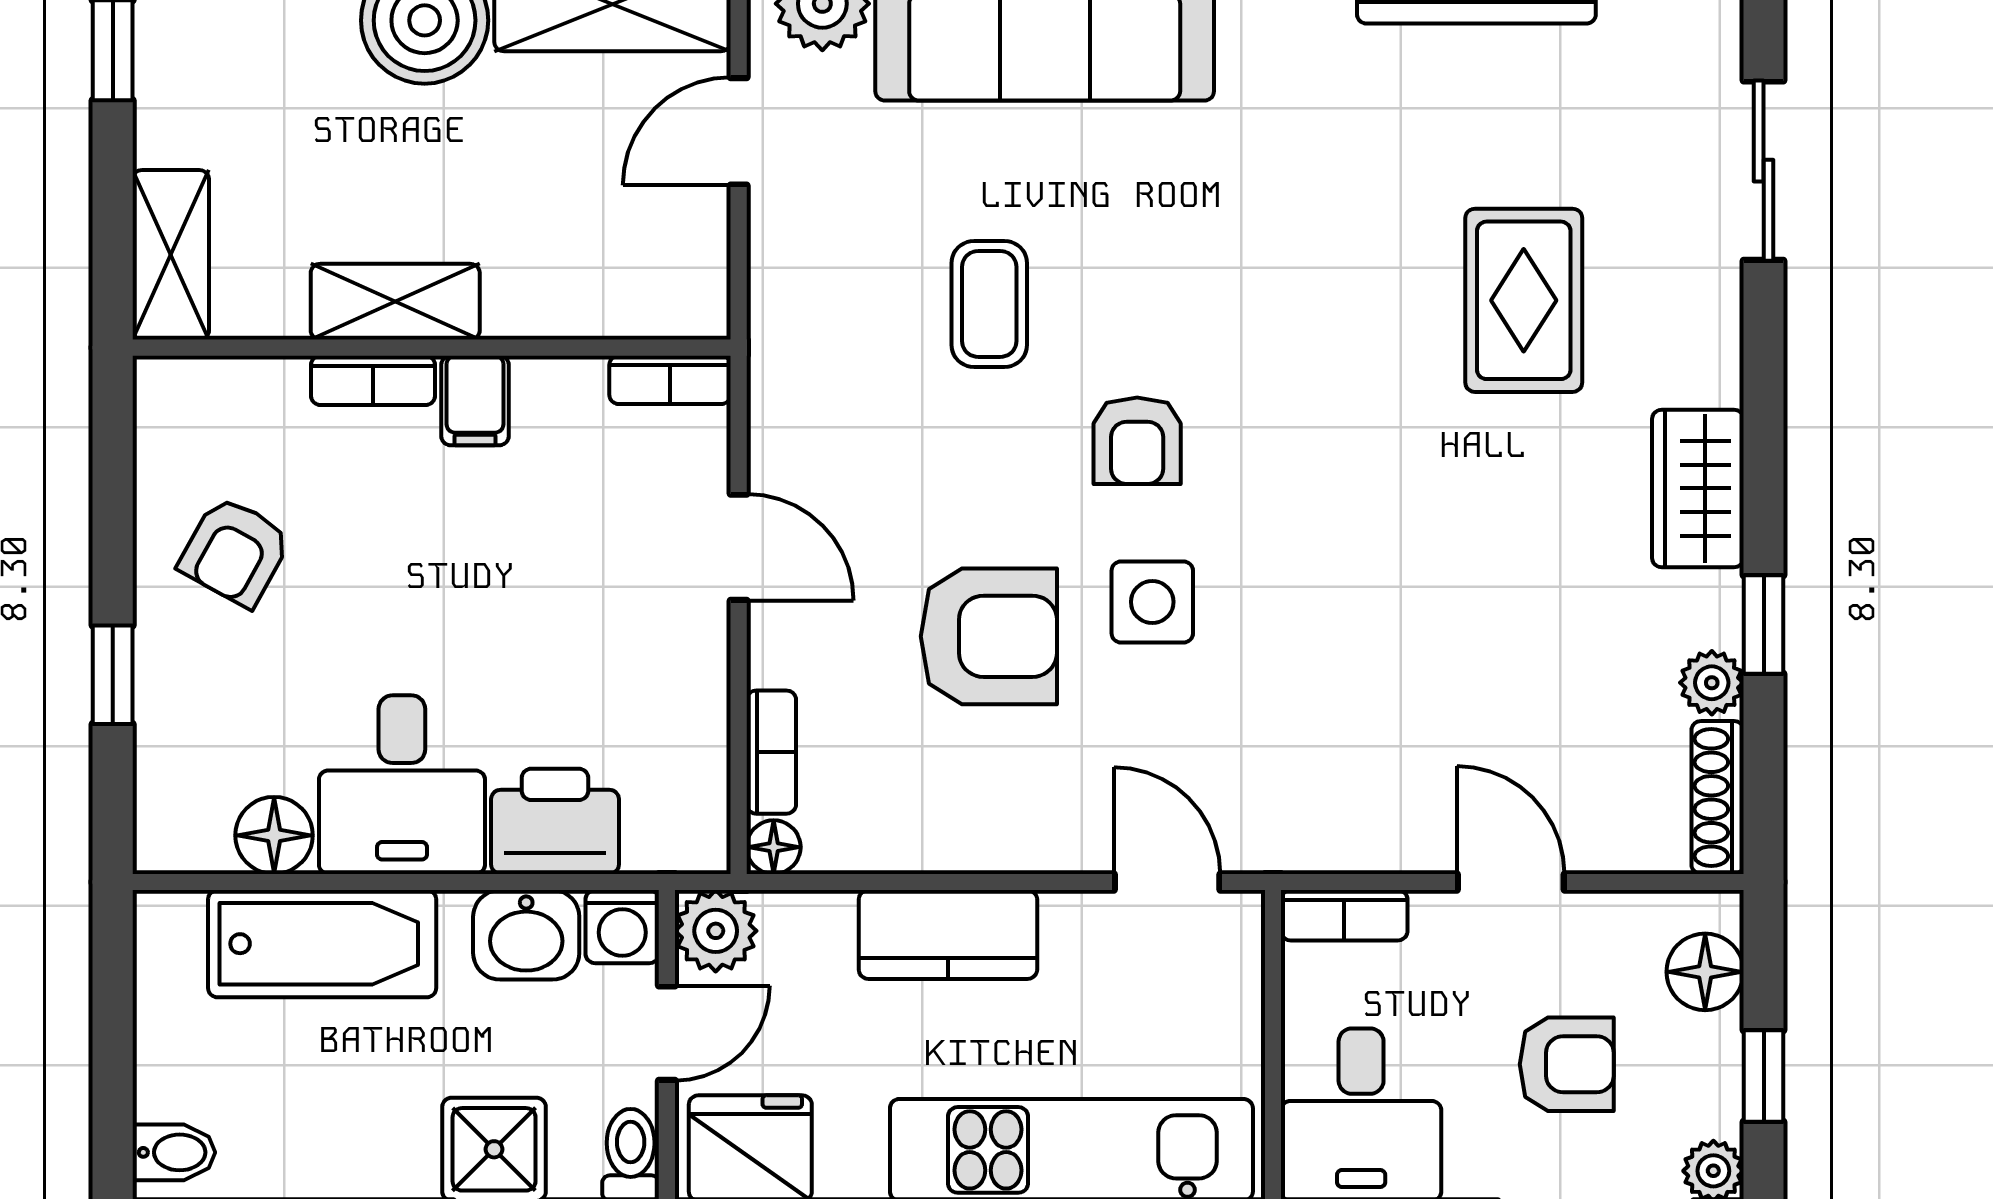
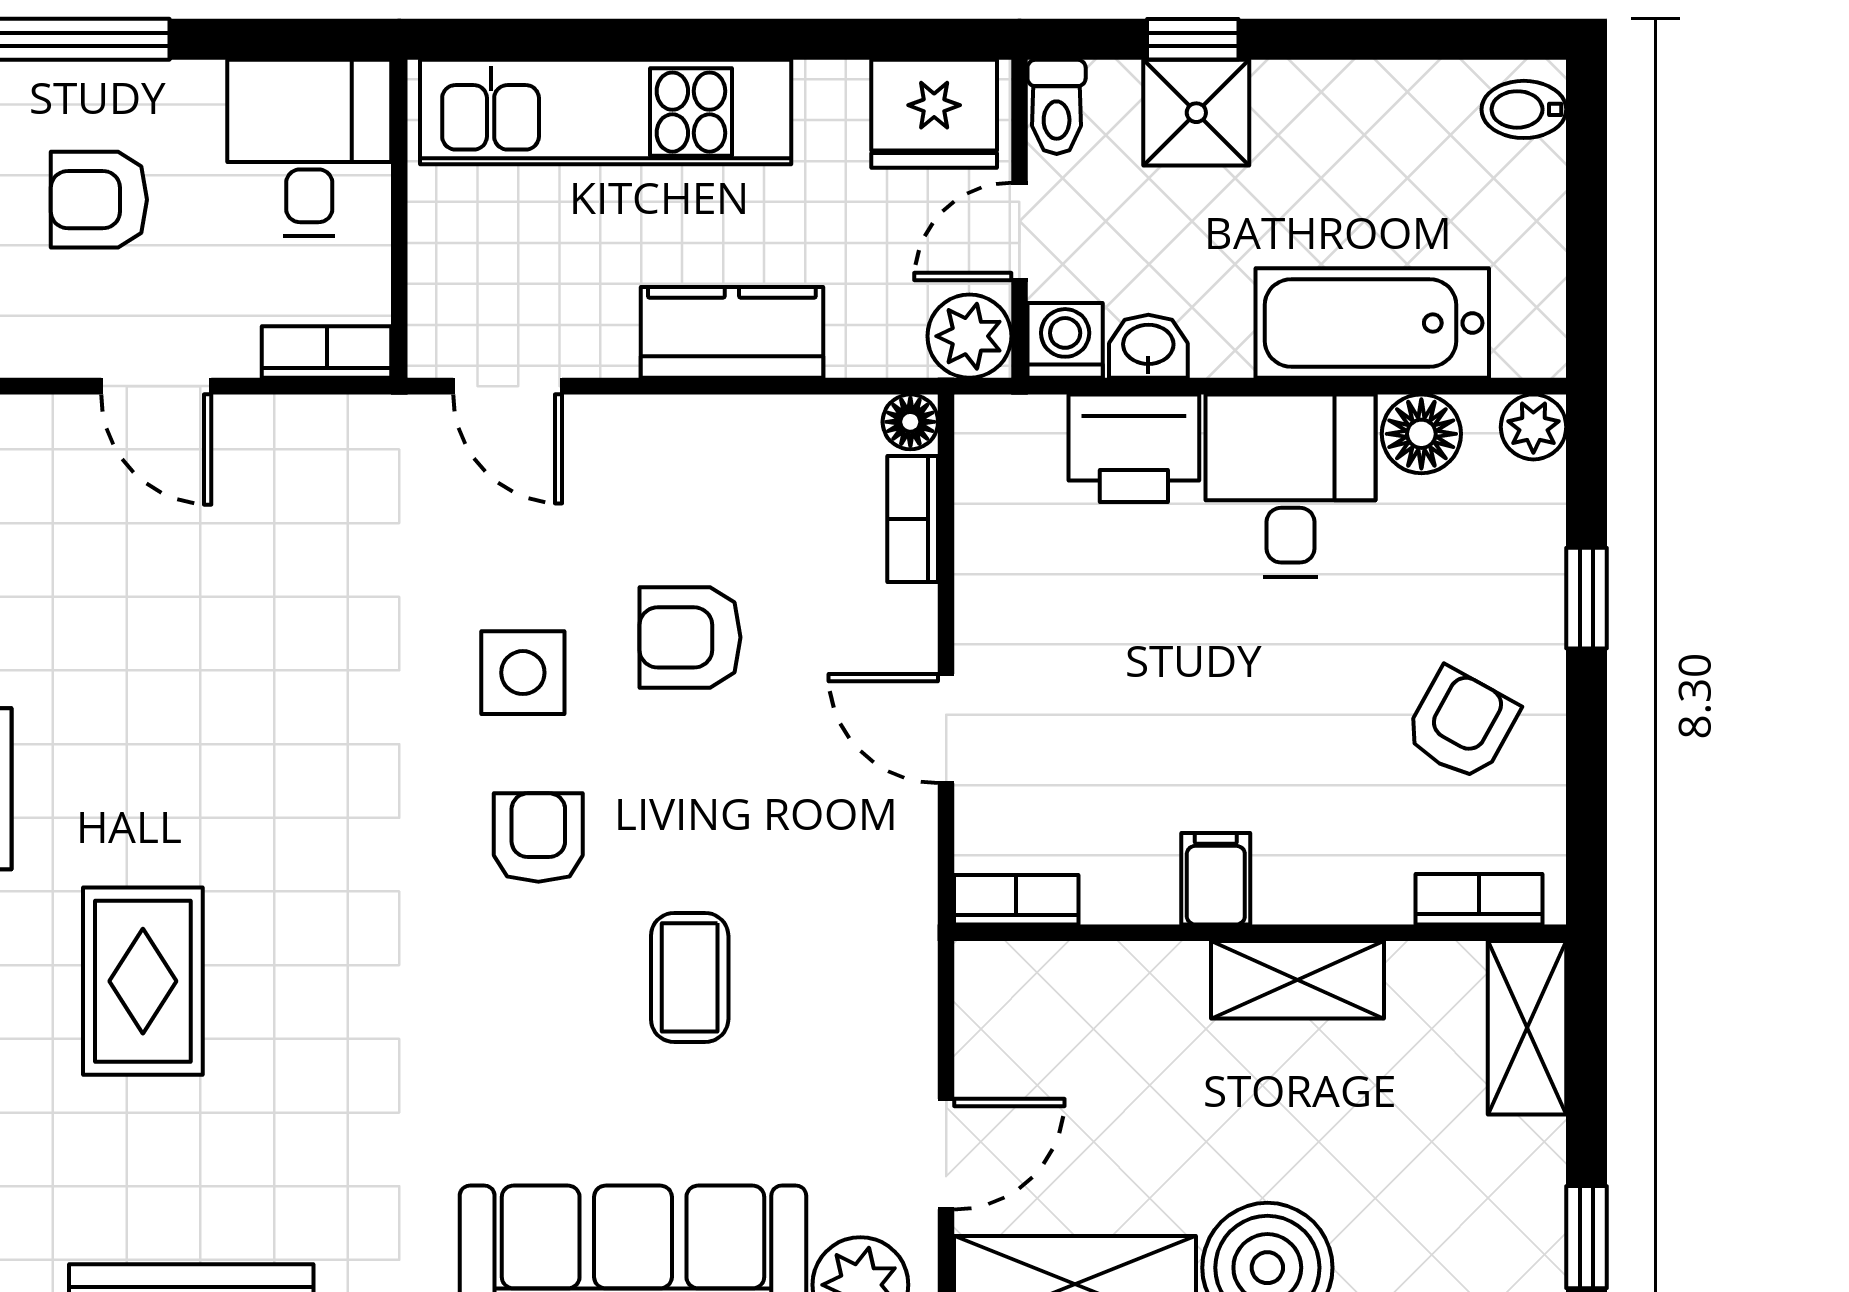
bookcase: (373, 380) -> (1479, 899), moved
armchair: (989, 636) -> (690, 637), width x0.72, depth x0.72
plant: (164, 842) -> (1533, 427), added
washbasin: (526, 935) -> (1148, 346), width x0.72, depth x0.69

